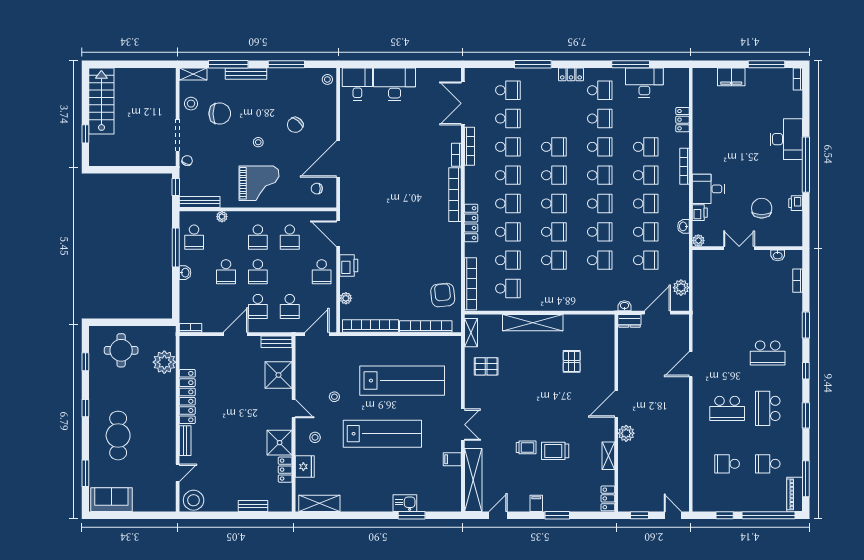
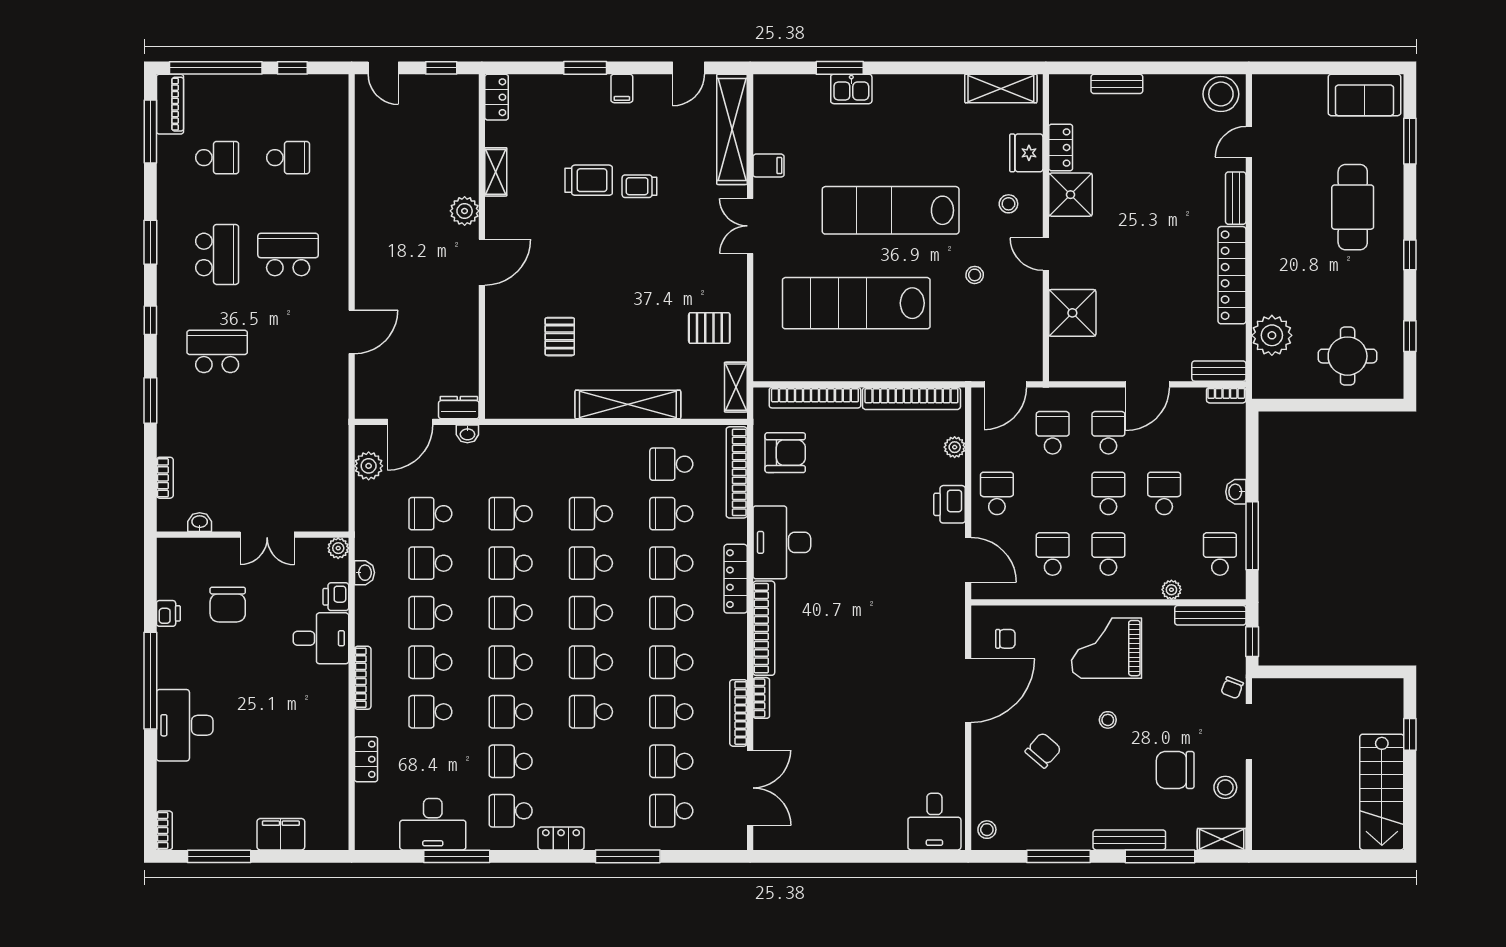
desk: (395, 84) -> (782, 542), moved, turned 90
armchair: (443, 295) -> (785, 453), turned -84
bench: (277, 342) -> (1219, 371), moved

